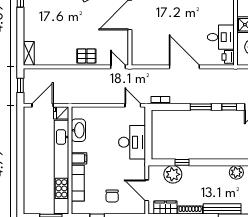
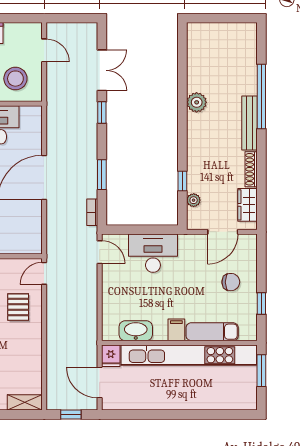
pallet: (86, 56) -> (18, 307), moved
printer: (228, 57) -> (30, 114), removed
door: (133, 105) -> (100, 252), swing flipped
window: (201, 107) -> (102, 175), moved
plant: (173, 174) -> (194, 200), width x0.53, depth x0.53

